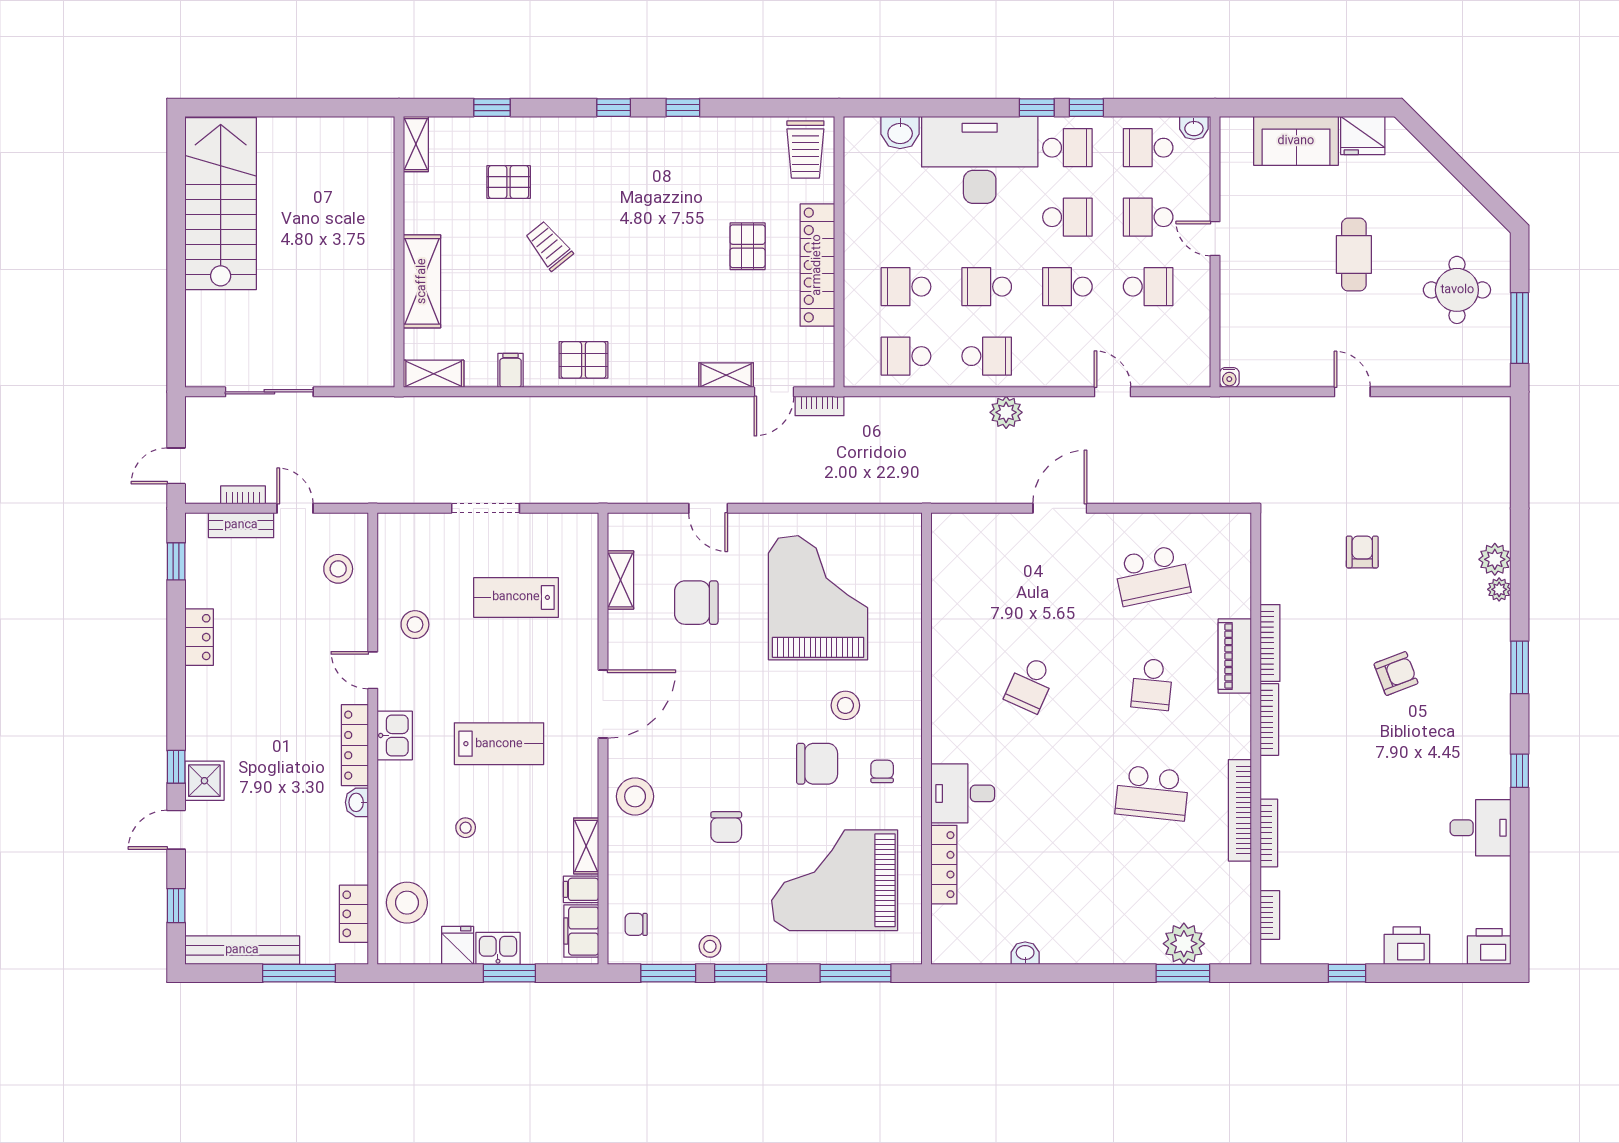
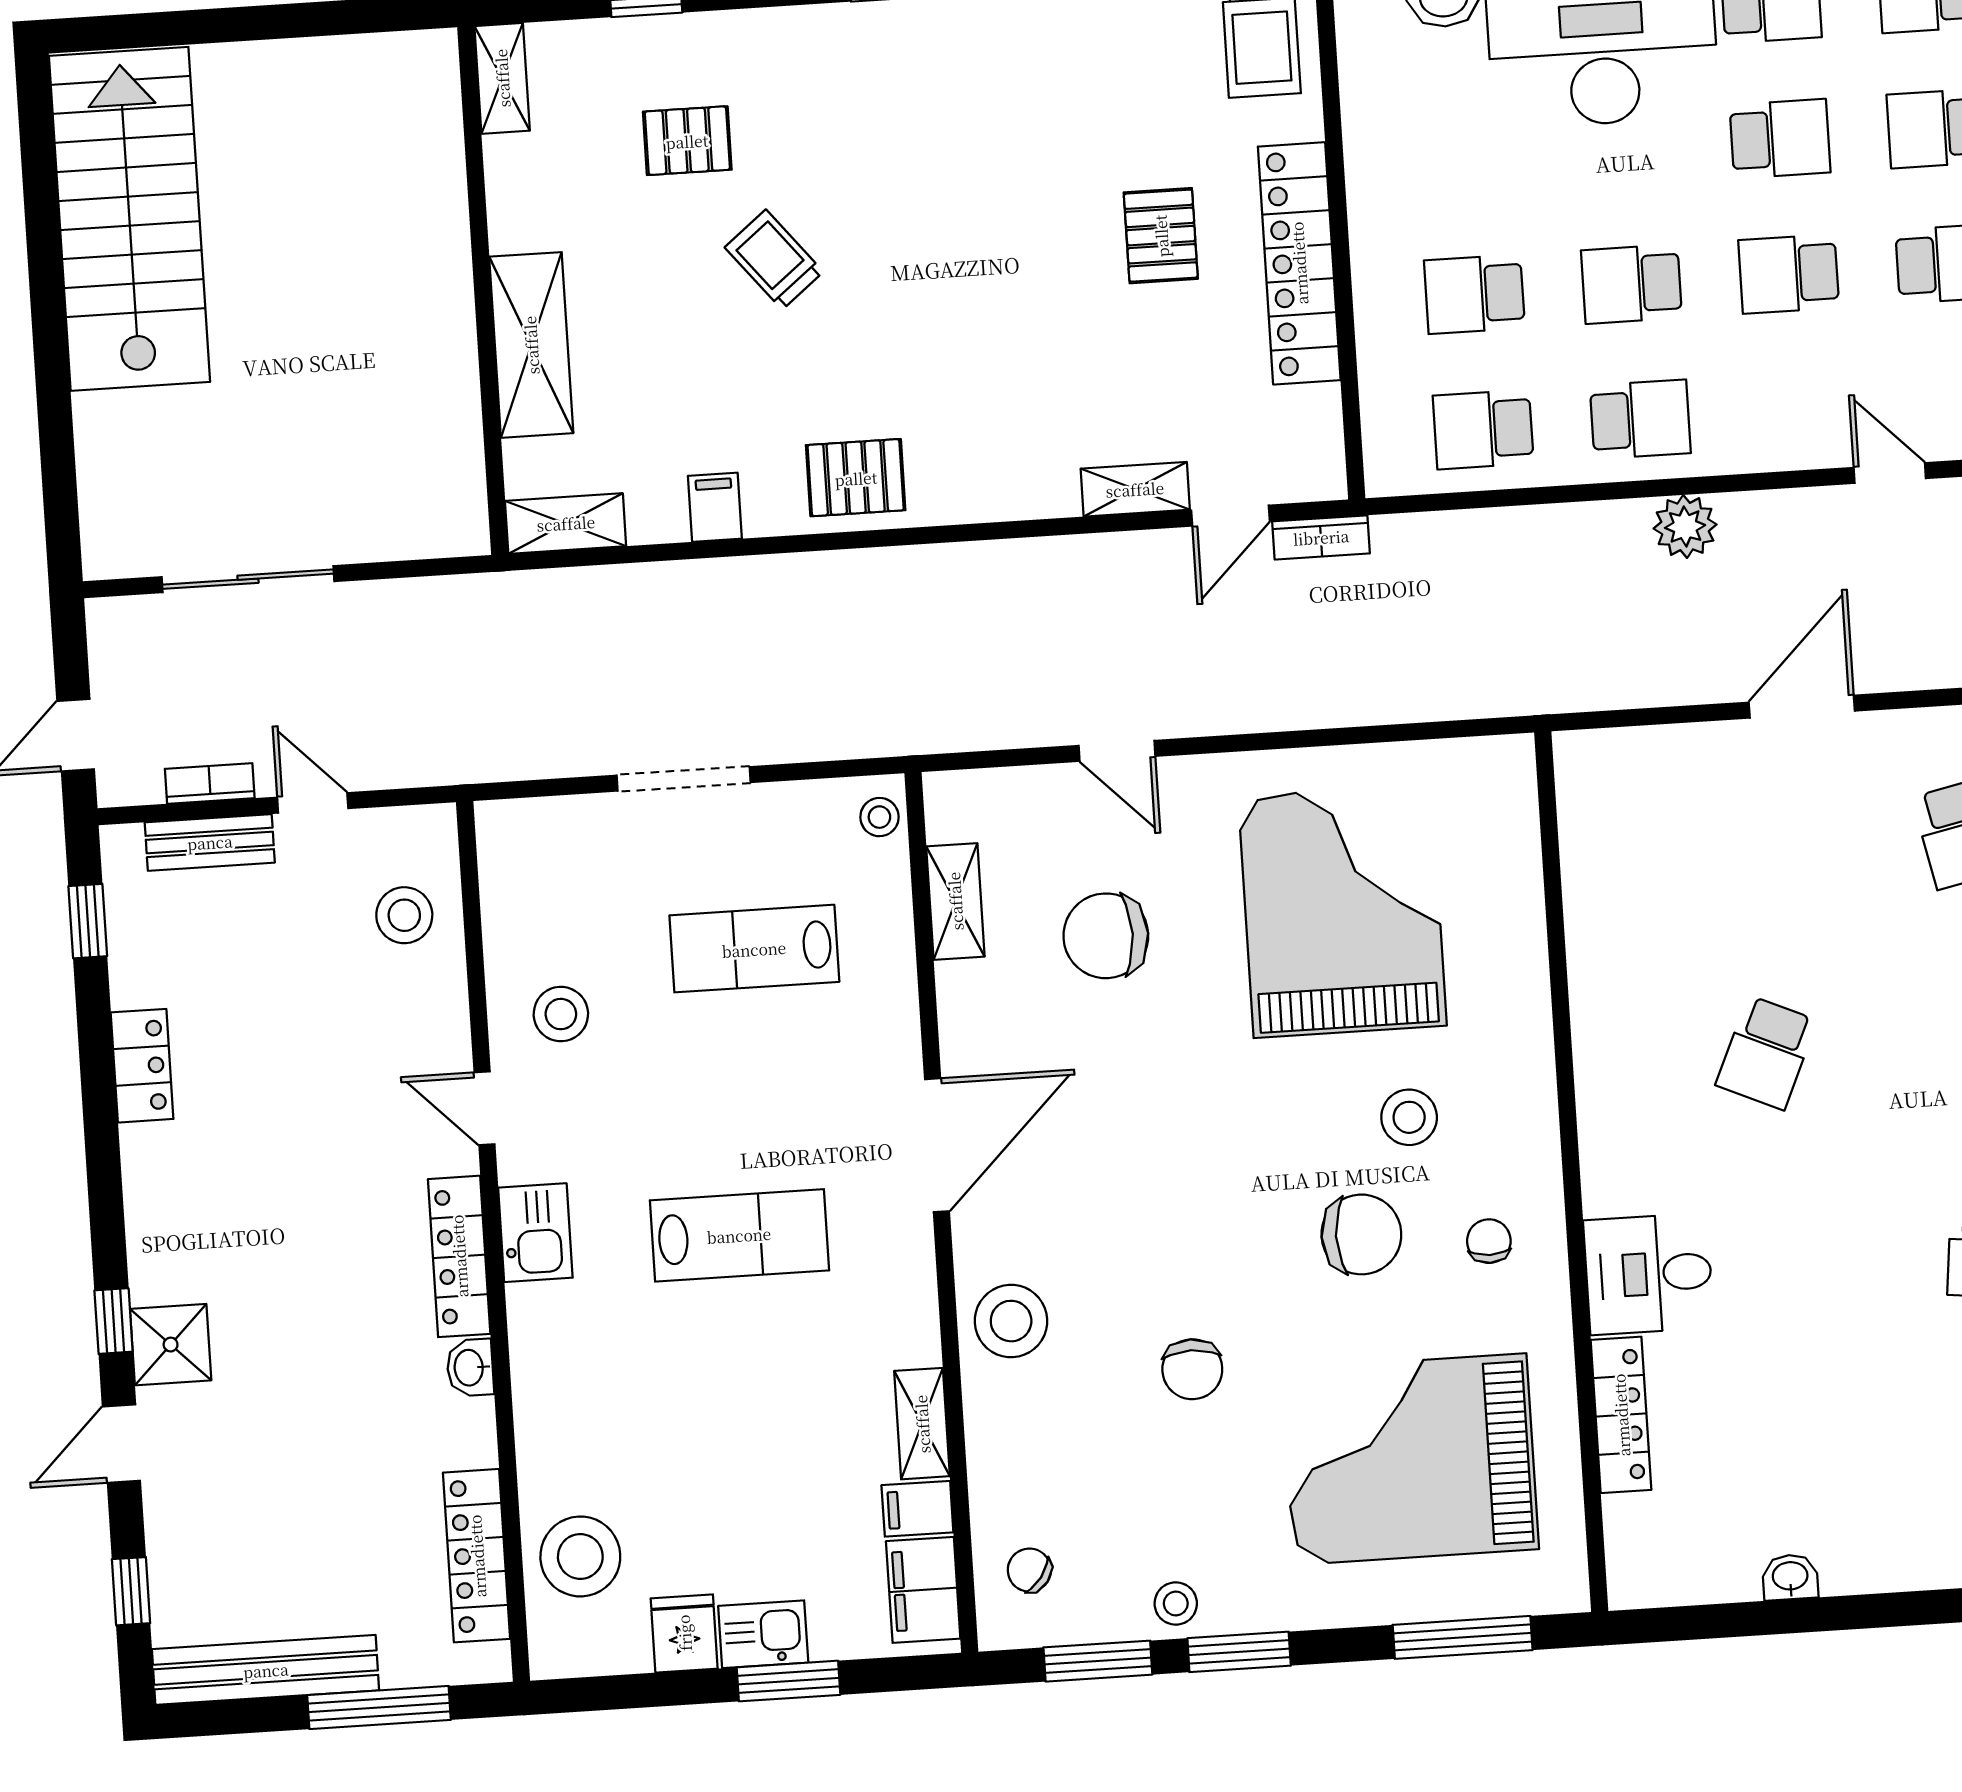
stool: (466, 828) -> (879, 817), moved
locker: (354, 914) -> (477, 1556), width x1.53
chair: (636, 924) -> (1029, 1570), turned 36

